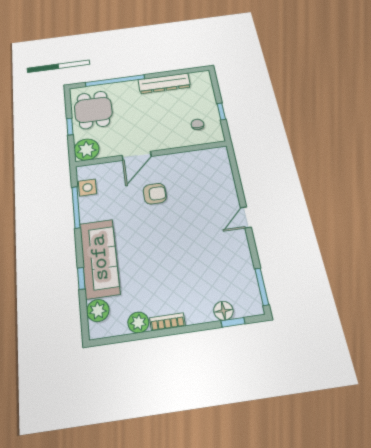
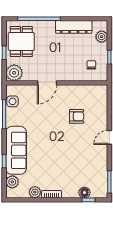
plant: (205, 89) -> (102, 37), added
armchair: (155, 194) -> (77, 116), moved

